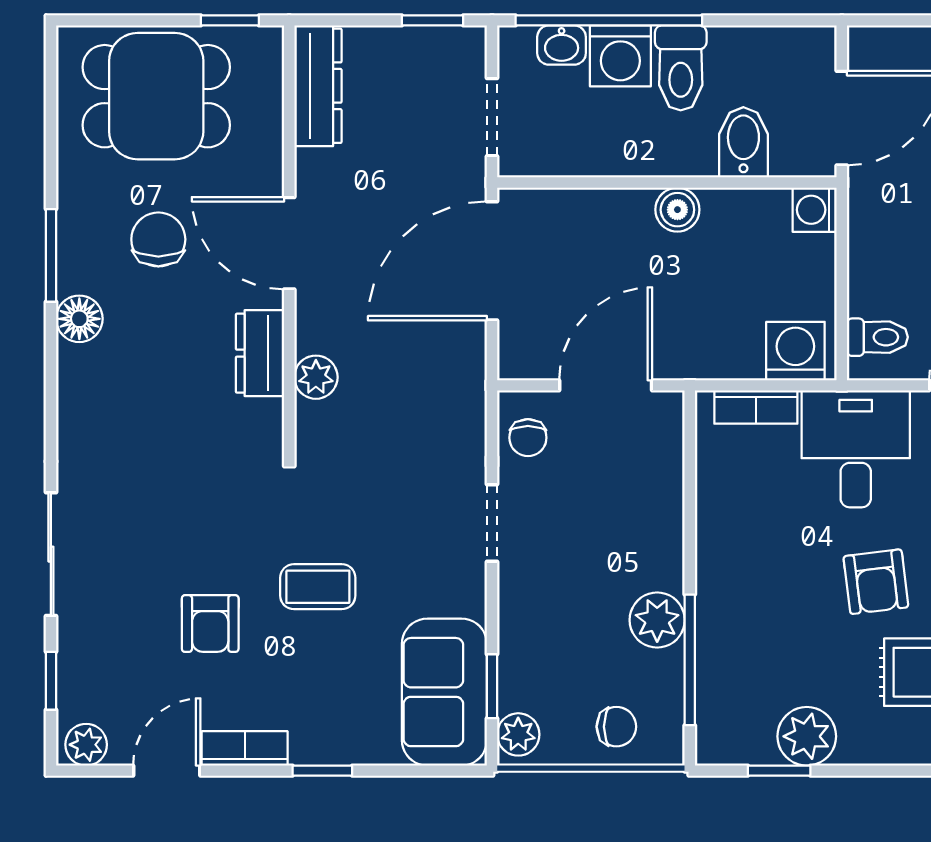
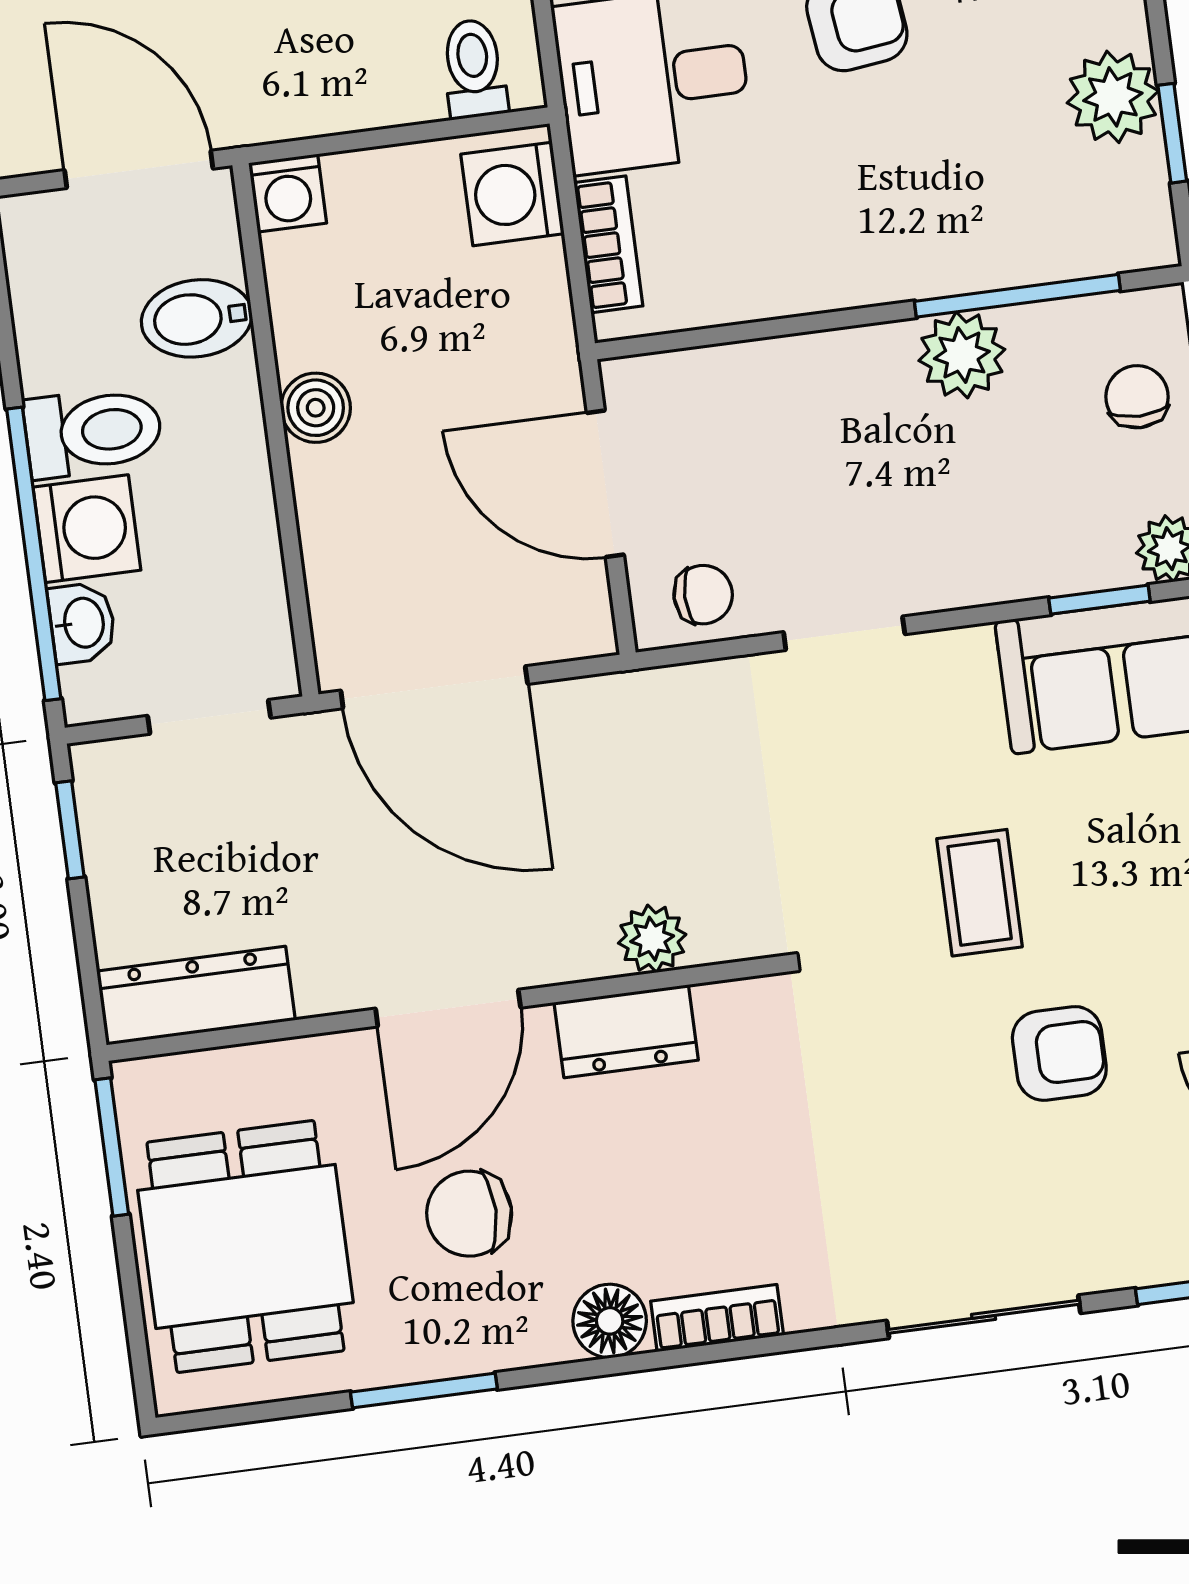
window: (230, 20) -> (112, 1147), width x1.50
window: (51, 255) -> (424, 1390), moved
bookcase: (72, 387) -> (717, 1318), added

